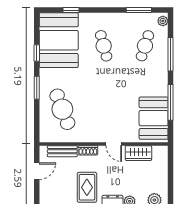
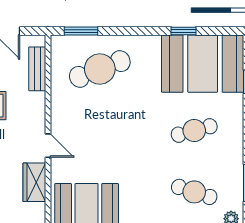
window: (37, 88) -> (81, 31), moved
door: (114, 144) -> (48, 146), swing flipped
shoe rack: (88, 150) -> (39, 107), removed

